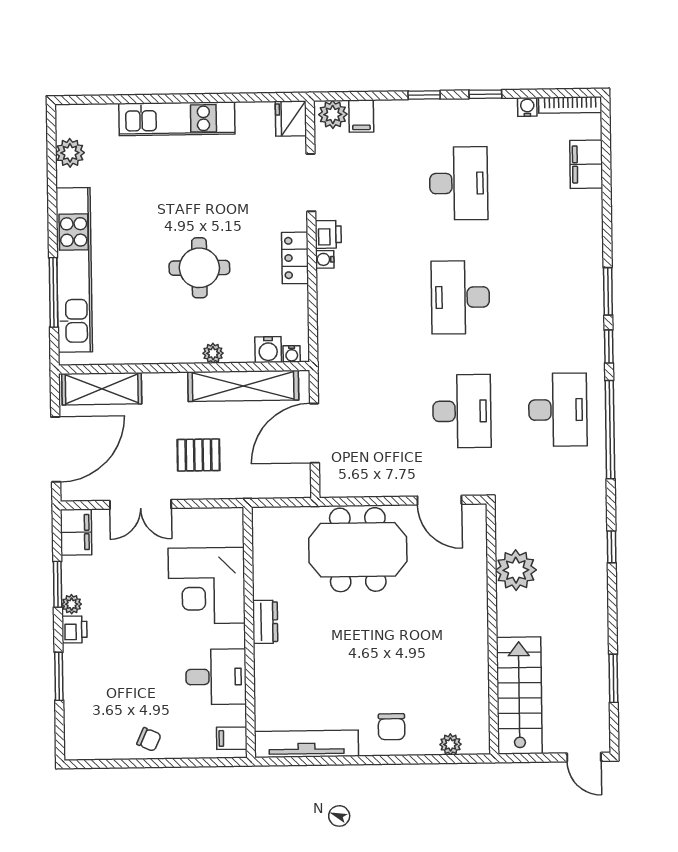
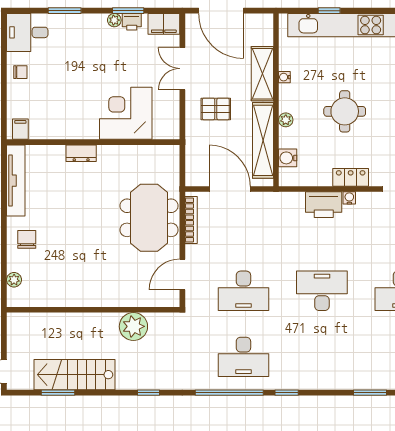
printer: (328, 234) -> (324, 205), moved, width x1.87, depth x1.48
window: (608, 291) -> (370, 393), moved
window: (54, 292) -> (329, 11), width x0.46
water cooler: (292, 354) -> (284, 77), moved
shelving: (102, 389) -> (262, 74), moved
pallet: (199, 455) -> (216, 109), turned 90
bookcase: (360, 489) -> (191, 220), added
dresser: (265, 622) -> (81, 153), moved
printer: (74, 629) -> (132, 22), moved
desk: (216, 677) -> (27, 32), moved, turned 90
stairs: (519, 696) -> (74, 375), moved, turned 180
chair: (392, 727) -> (27, 239), turned 90
chair: (149, 739) -> (20, 72), turned -114

